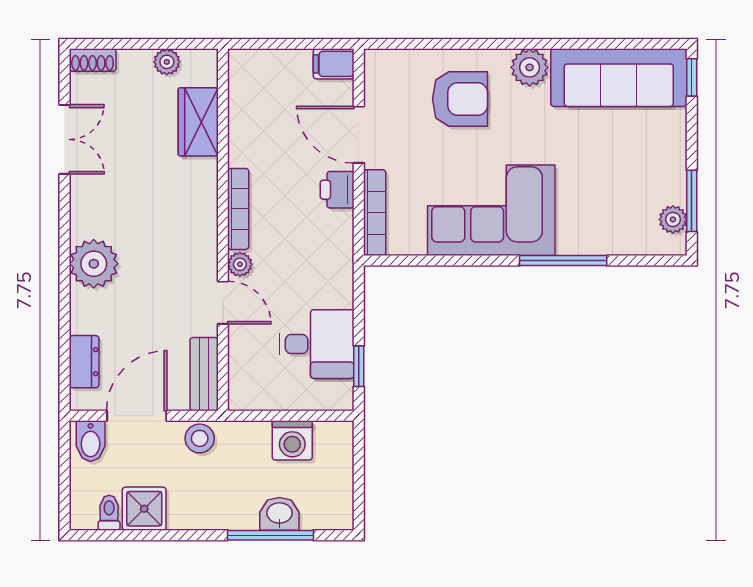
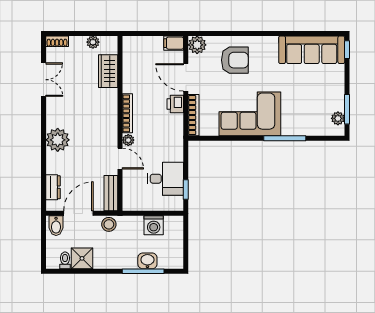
plant: (530, 67) -> (197, 45), moved

